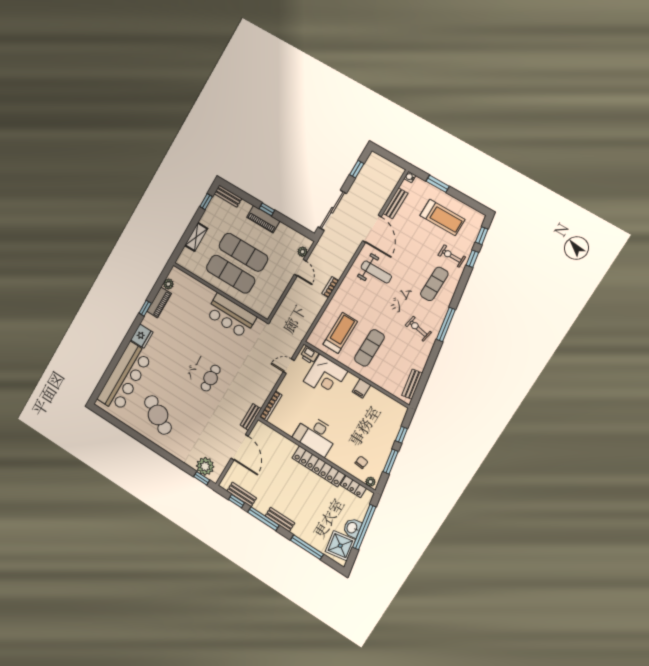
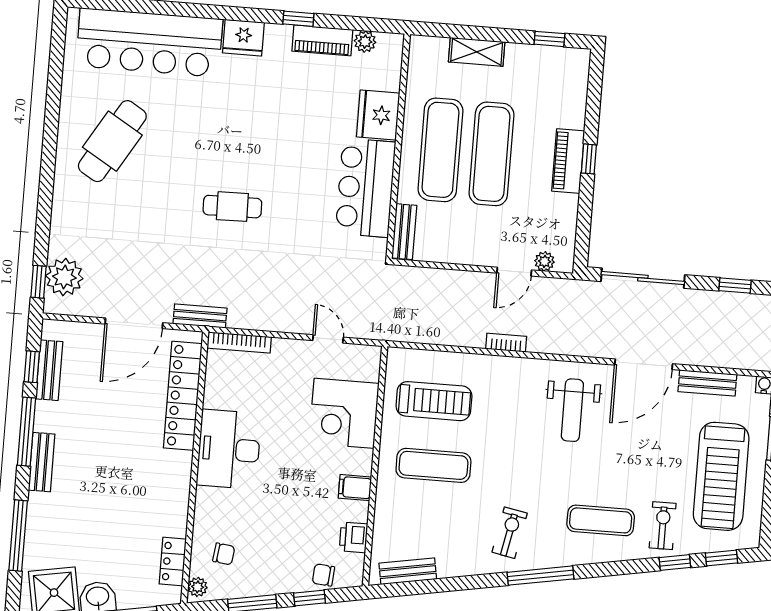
bench: (228, 196) -> (404, 232), moved
treadmill: (443, 217) -> (721, 476), width x1.37, depth x1.38
fridge: (202, 294) -> (378, 115), added
printer: (309, 355) -> (353, 537), moved
chair: (394, 423) -> (323, 575), added
locker: (319, 466) -> (183, 396), moved

